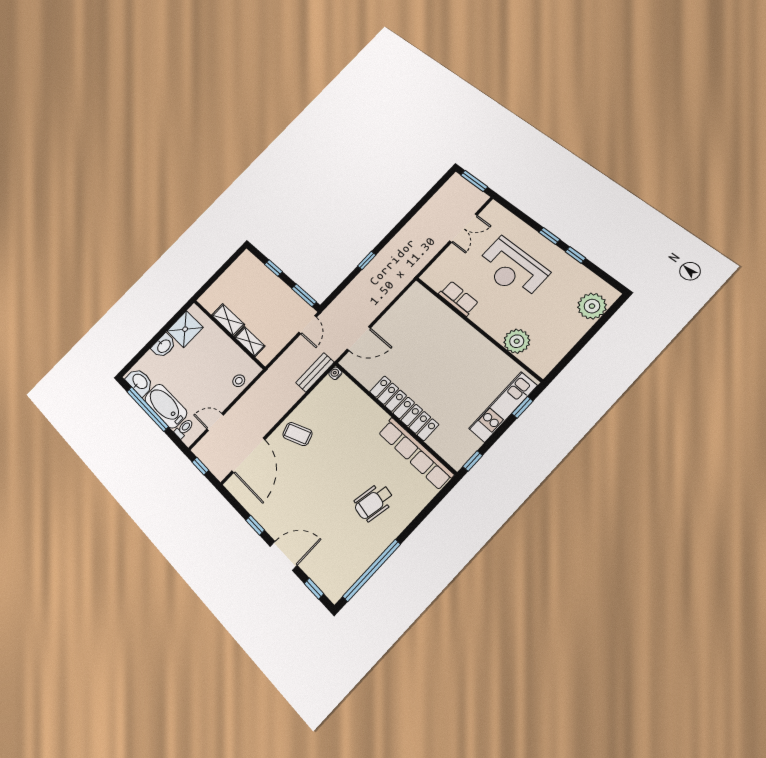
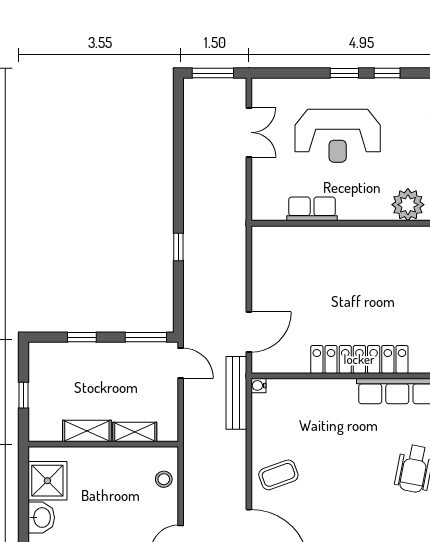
window: (218, 274) -> (24, 395), added
bench: (315, 372) -> (236, 393), width x1.36

